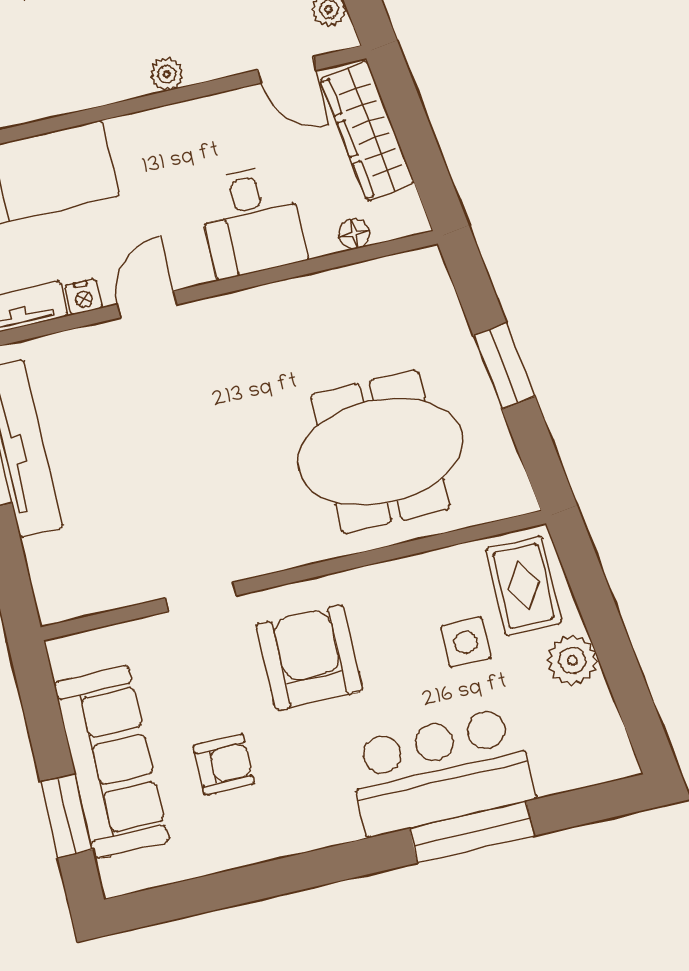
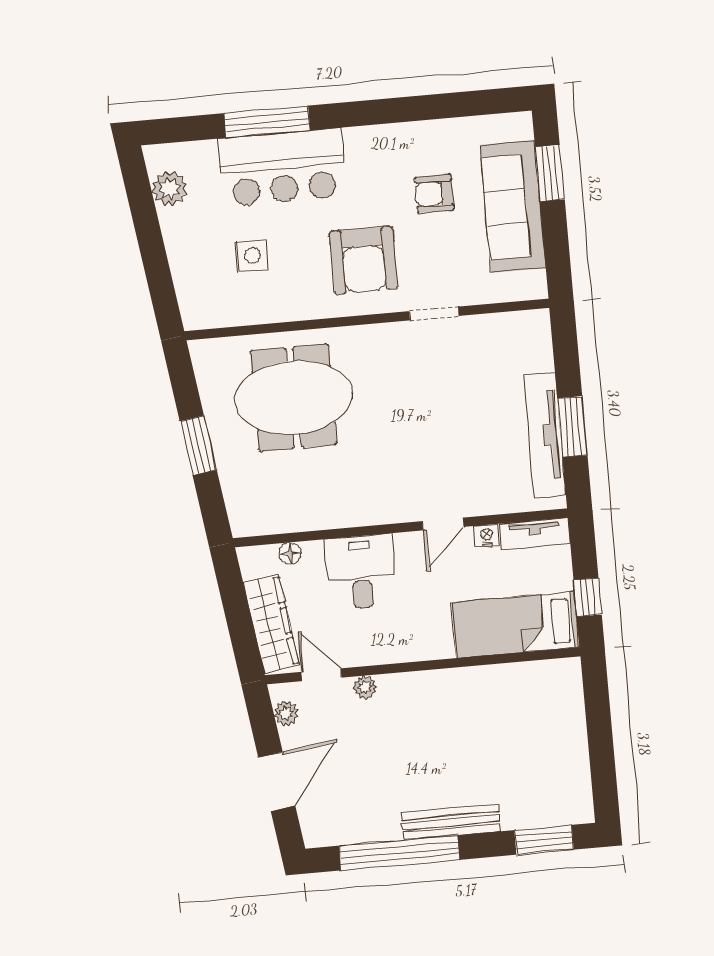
plant: (167, 74) -> (365, 687), moved
rug: (524, 586) -> (206, 289), removed
plant: (572, 660) -> (169, 188), moved

